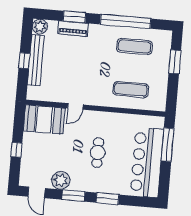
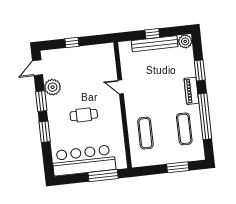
piano: (73, 29) -> (191, 91), moved
booth: (44, 120) -> (103, 62), removed

